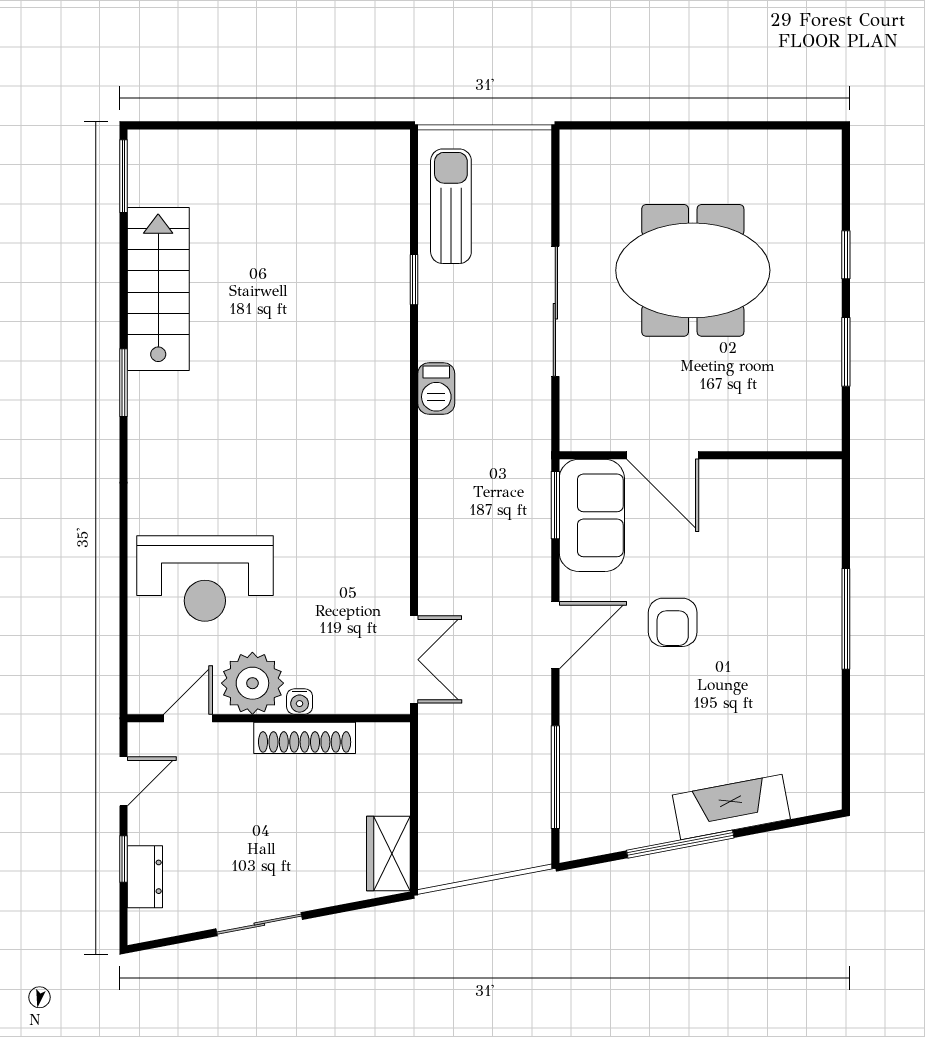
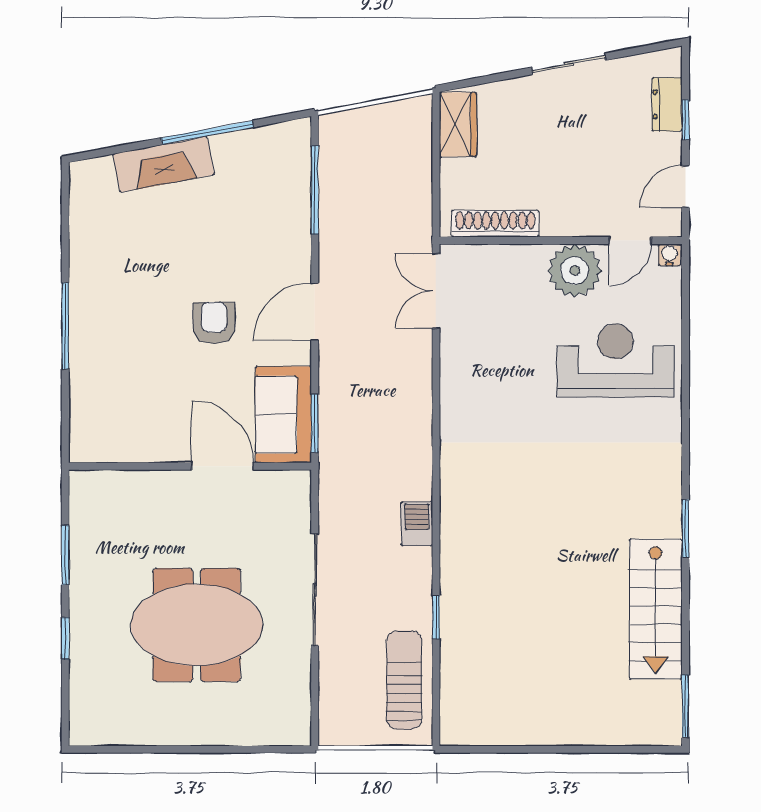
sun lounger: (451, 206) -> (404, 680), turned 180
water cooler: (300, 702) -> (669, 255), moved
shoe rack: (305, 738) -> (495, 224), moved

